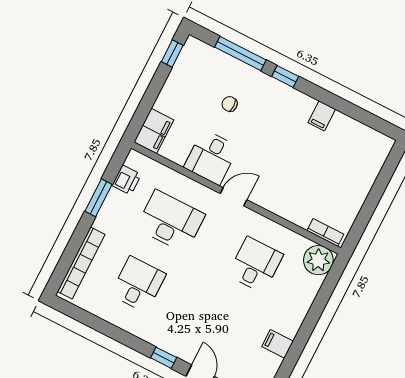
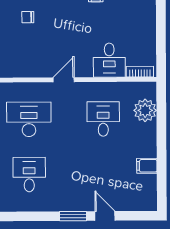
desk: (211, 157) -> (109, 60), moved
plant: (318, 260) -> (145, 110), moved
window: (164, 358) -> (73, 216), width x1.50

